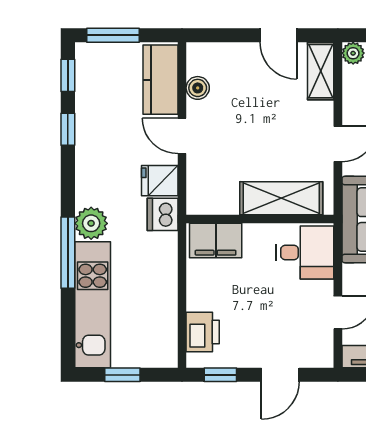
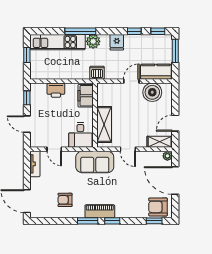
boiler: (198, 88) -> (152, 92), width x1.86, depth x1.86
fridge: (160, 181) -> (117, 42), moved, turned 180
printer: (203, 332) -> (56, 90), moved

